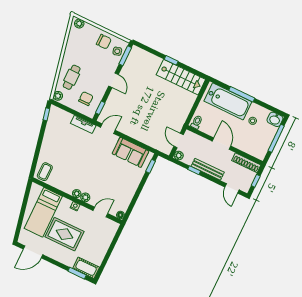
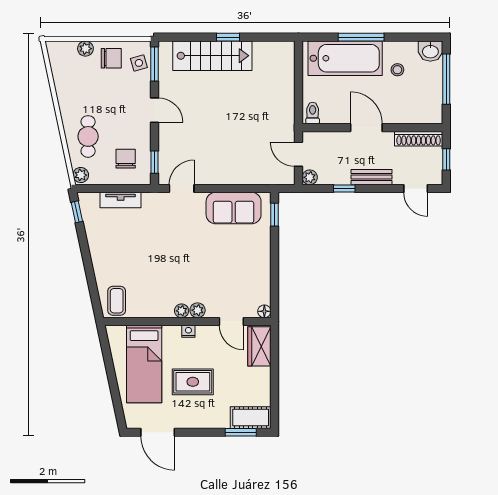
plant: (79, 24) -> (85, 49), moved
stairs: (181, 77) -> (212, 56), moved
tv unit: (83, 124) -> (121, 200), moved
bench: (208, 169) -> (372, 177), width x0.73
door: (100, 212) -> (231, 321), swing flipped
wardrobe: (109, 232) -> (259, 346), added
rug: (64, 234) -> (193, 382), width x0.73, depth x0.70
door: (33, 252) -> (158, 432), hinge flipped

